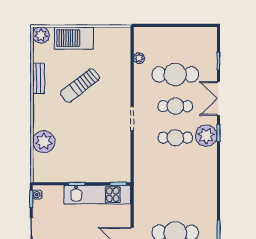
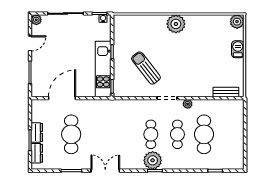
barbecue: (74, 38) -> (238, 49), width x0.53, depth x0.65
plant: (139, 58) -> (188, 104), moved
bench: (39, 78) -> (226, 92), moved
sun lounger: (80, 86) -> (146, 68), moved
double door: (218, 99) -> (105, 171), moved
plant: (44, 142) -> (176, 24), moved

